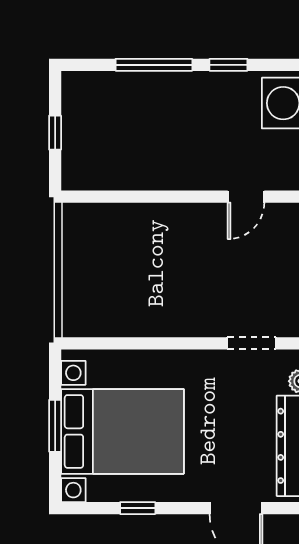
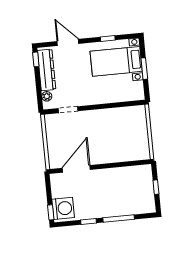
door: (246, 197) -> (76, 169), width x1.87
bed with nightstands: (122, 431) -> (116, 61), width x0.73

